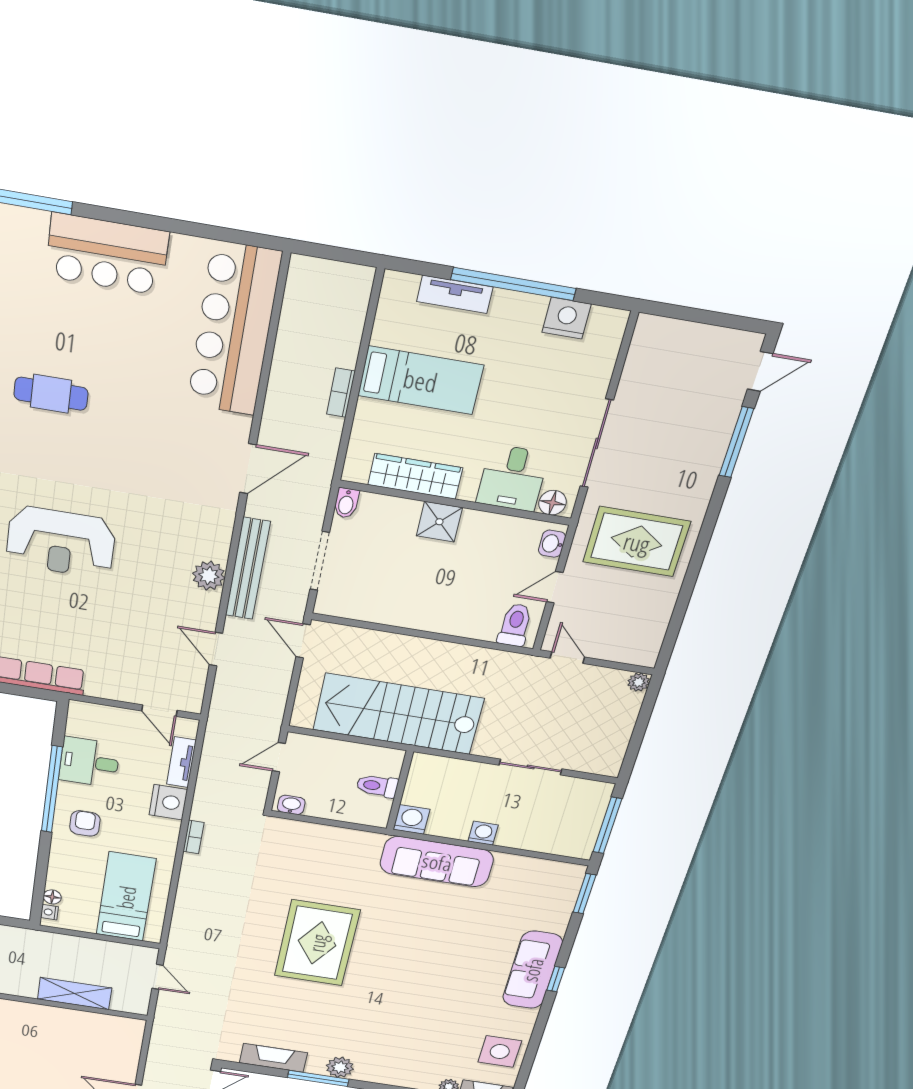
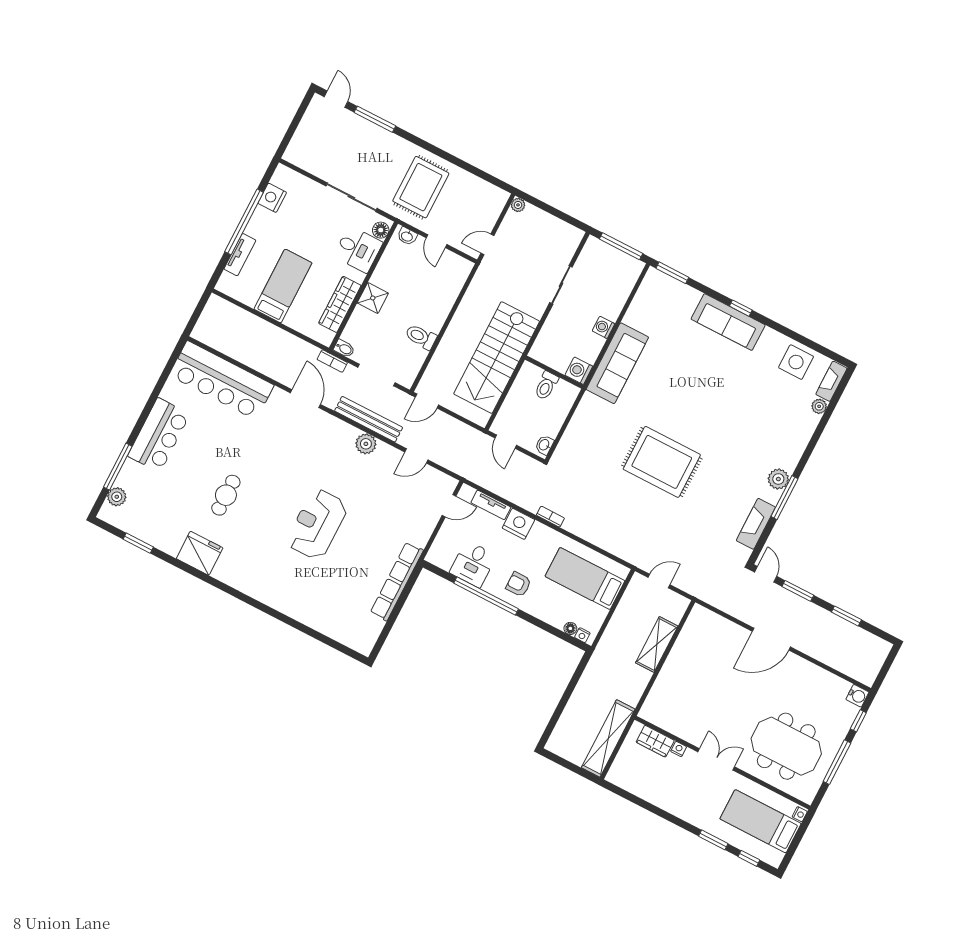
bookcase: (341, 393) -> (332, 361), moved
reception desk: (61, 542) -> (317, 524), turned 180
toilet: (515, 625) -> (421, 337), moved

